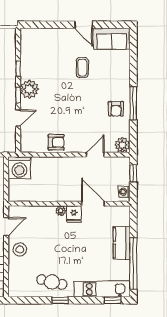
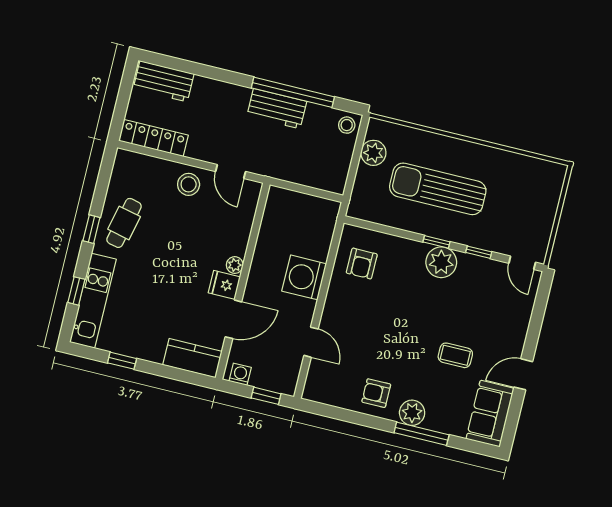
window: (133, 103) -> (422, 434), moved
door: (18, 118) -> (522, 263), moved
armchair: (56, 142) -> (362, 264), moved
plant: (122, 145) -> (412, 413), moved
washing machine: (19, 168) -> (304, 277), moved
kitchen counter: (122, 243) -> (192, 358), moved
window: (133, 263) -> (122, 361), width x0.32
window: (112, 300) -> (76, 291), moved

